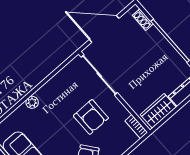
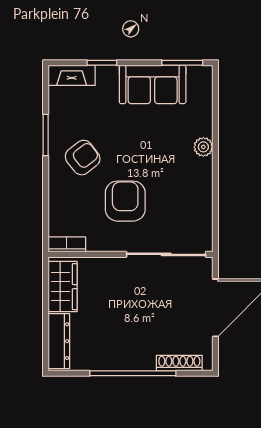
shoe rack: (143, 20) -> (179, 363), width x1.43
armchair: (91, 117) -> (125, 201), turned 90

